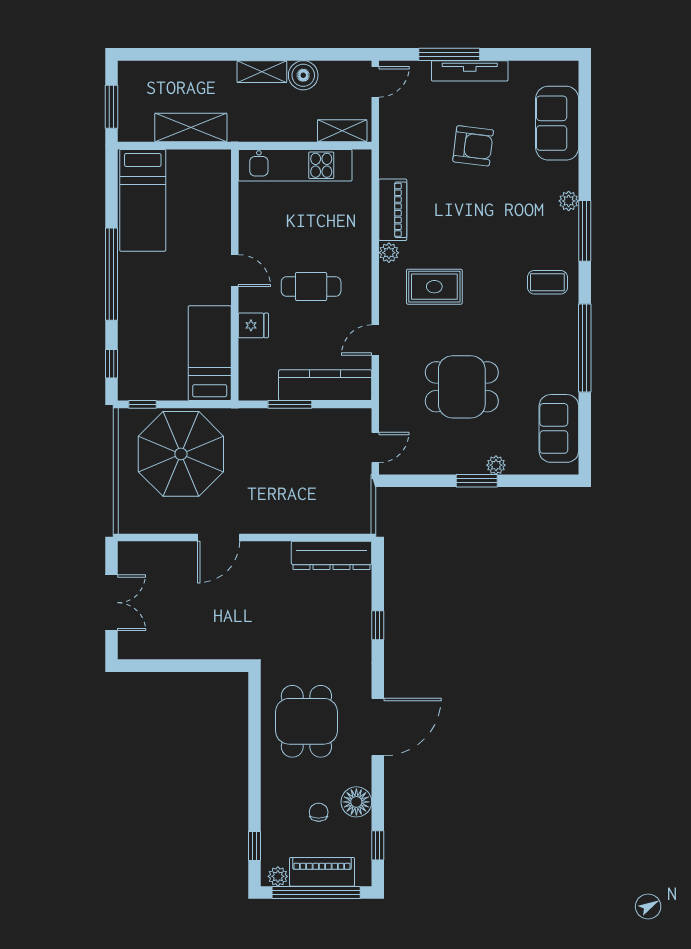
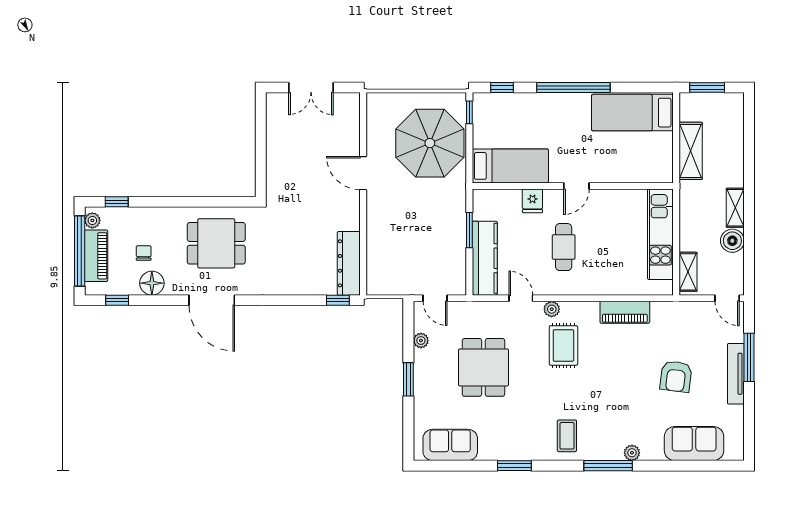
plant: (389, 253) -> (552, 309), moved
window: (585, 348) -> (514, 466), width x0.47
plant: (496, 465) -> (421, 341), moved
window: (378, 625) -> (338, 300), moved
chair: (319, 812) -> (144, 253), turned -90

